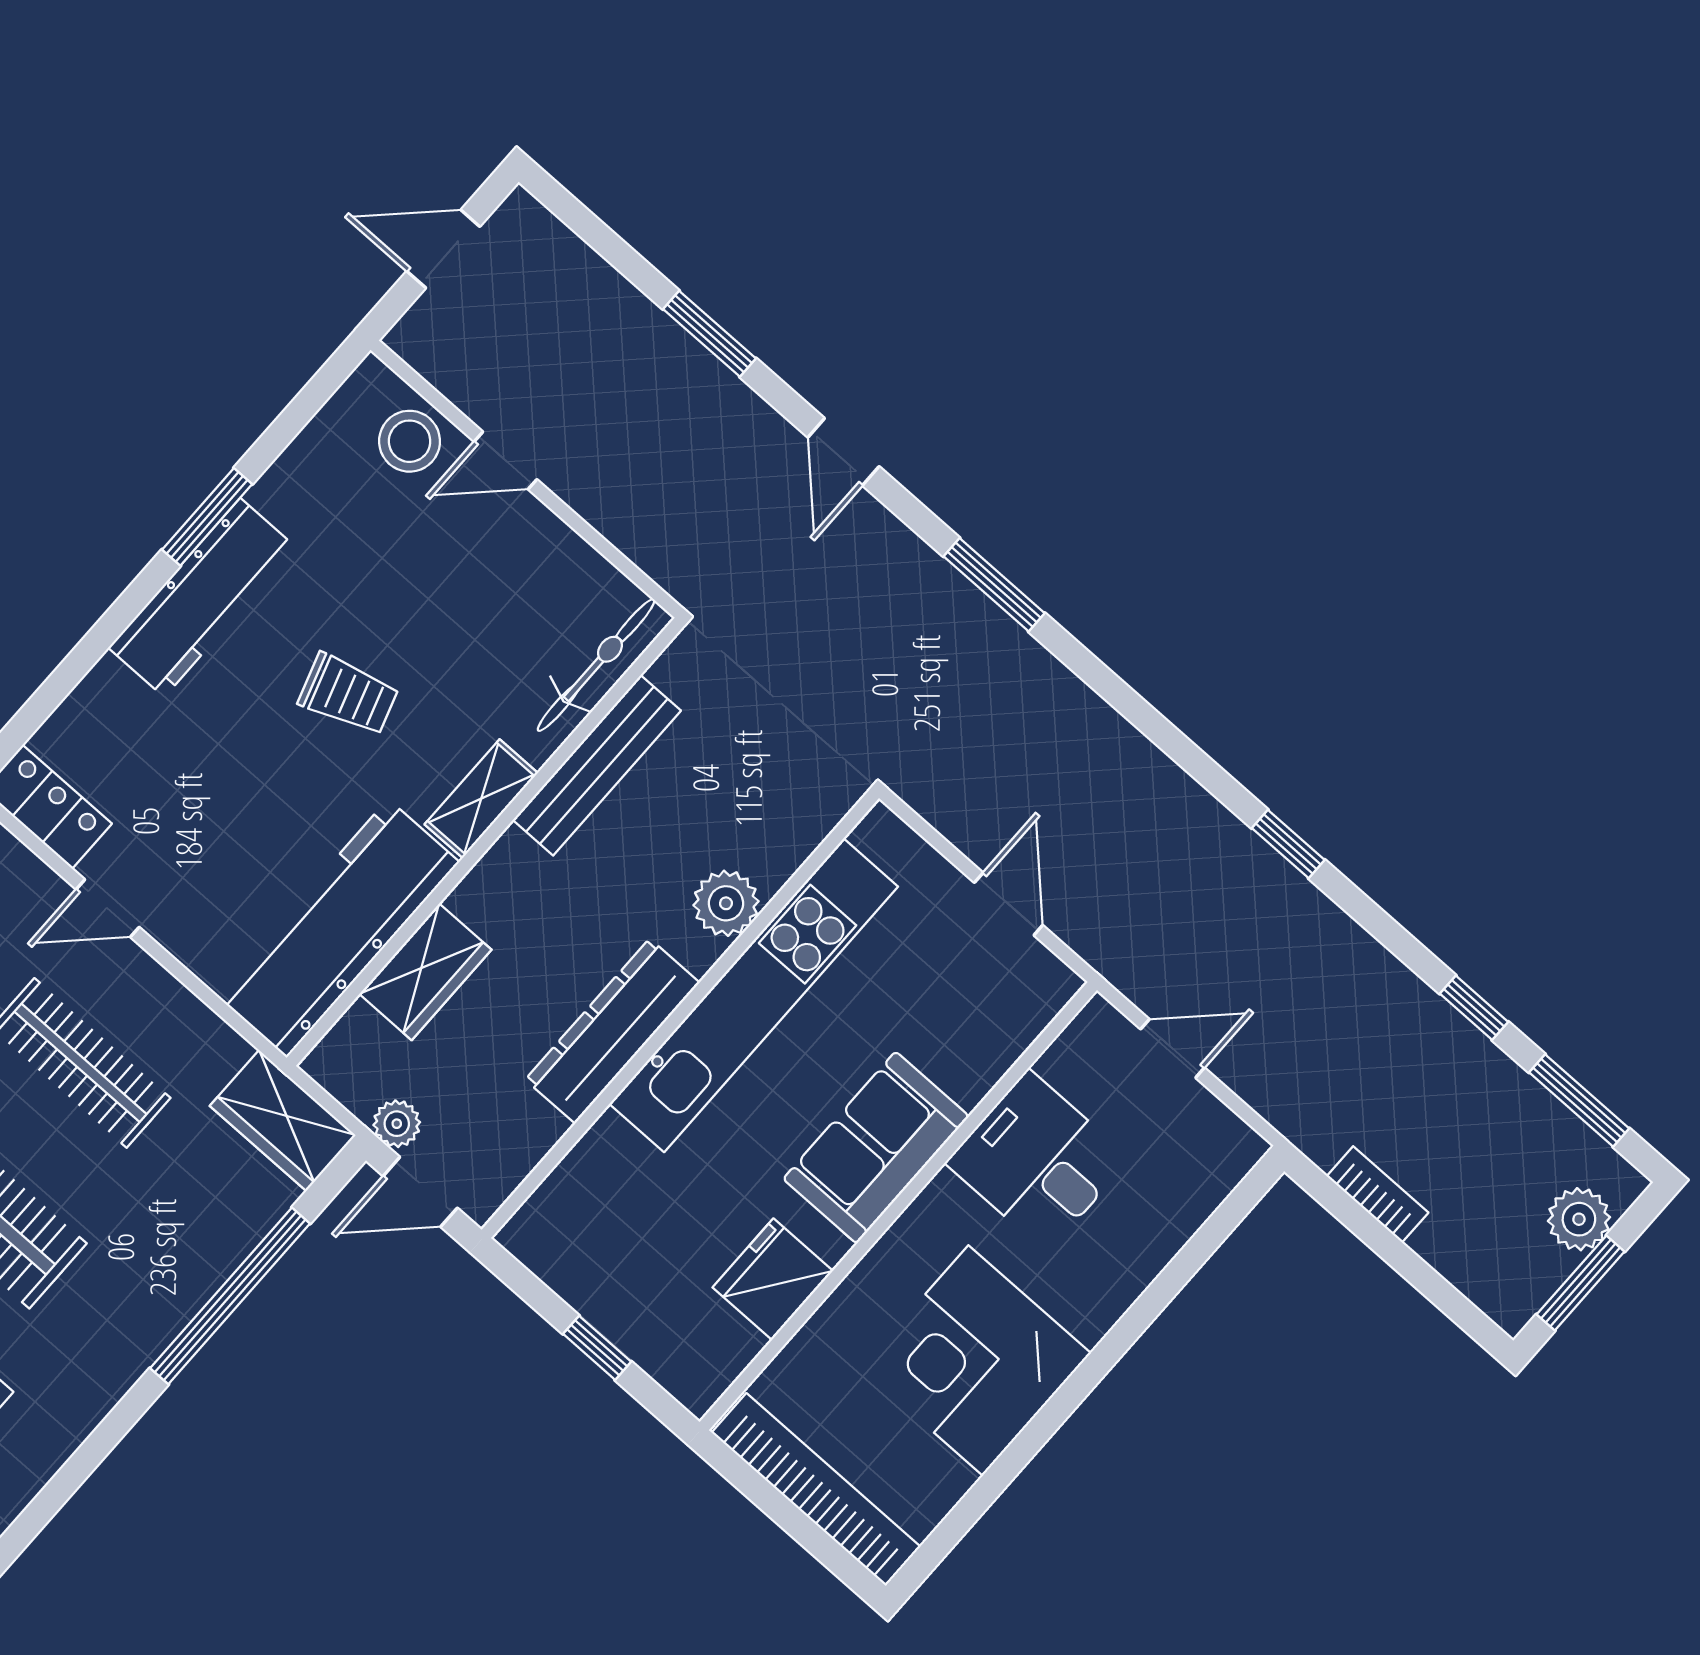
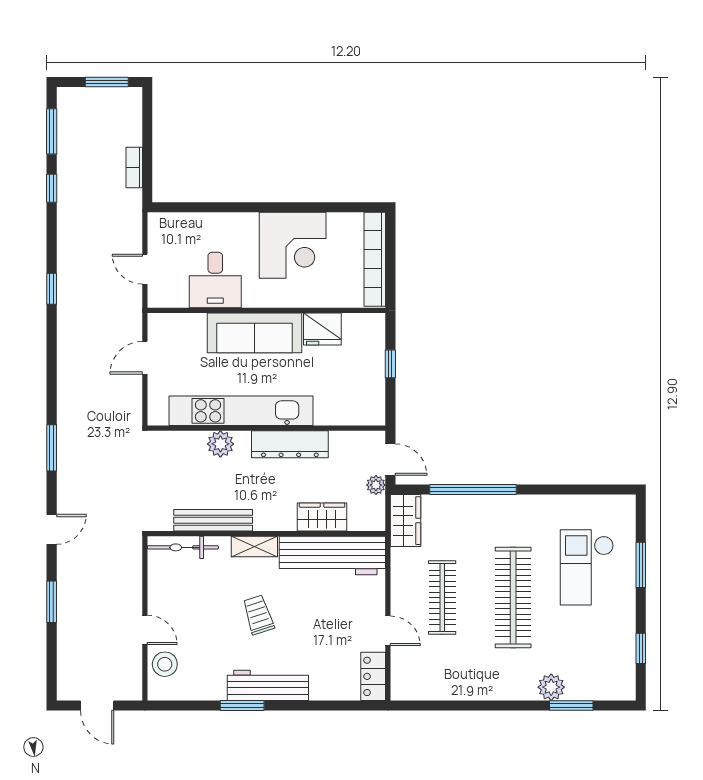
sofa: (876, 1148) -> (255, 333), width x1.36
plant: (1579, 1219) -> (88, 100), removed

